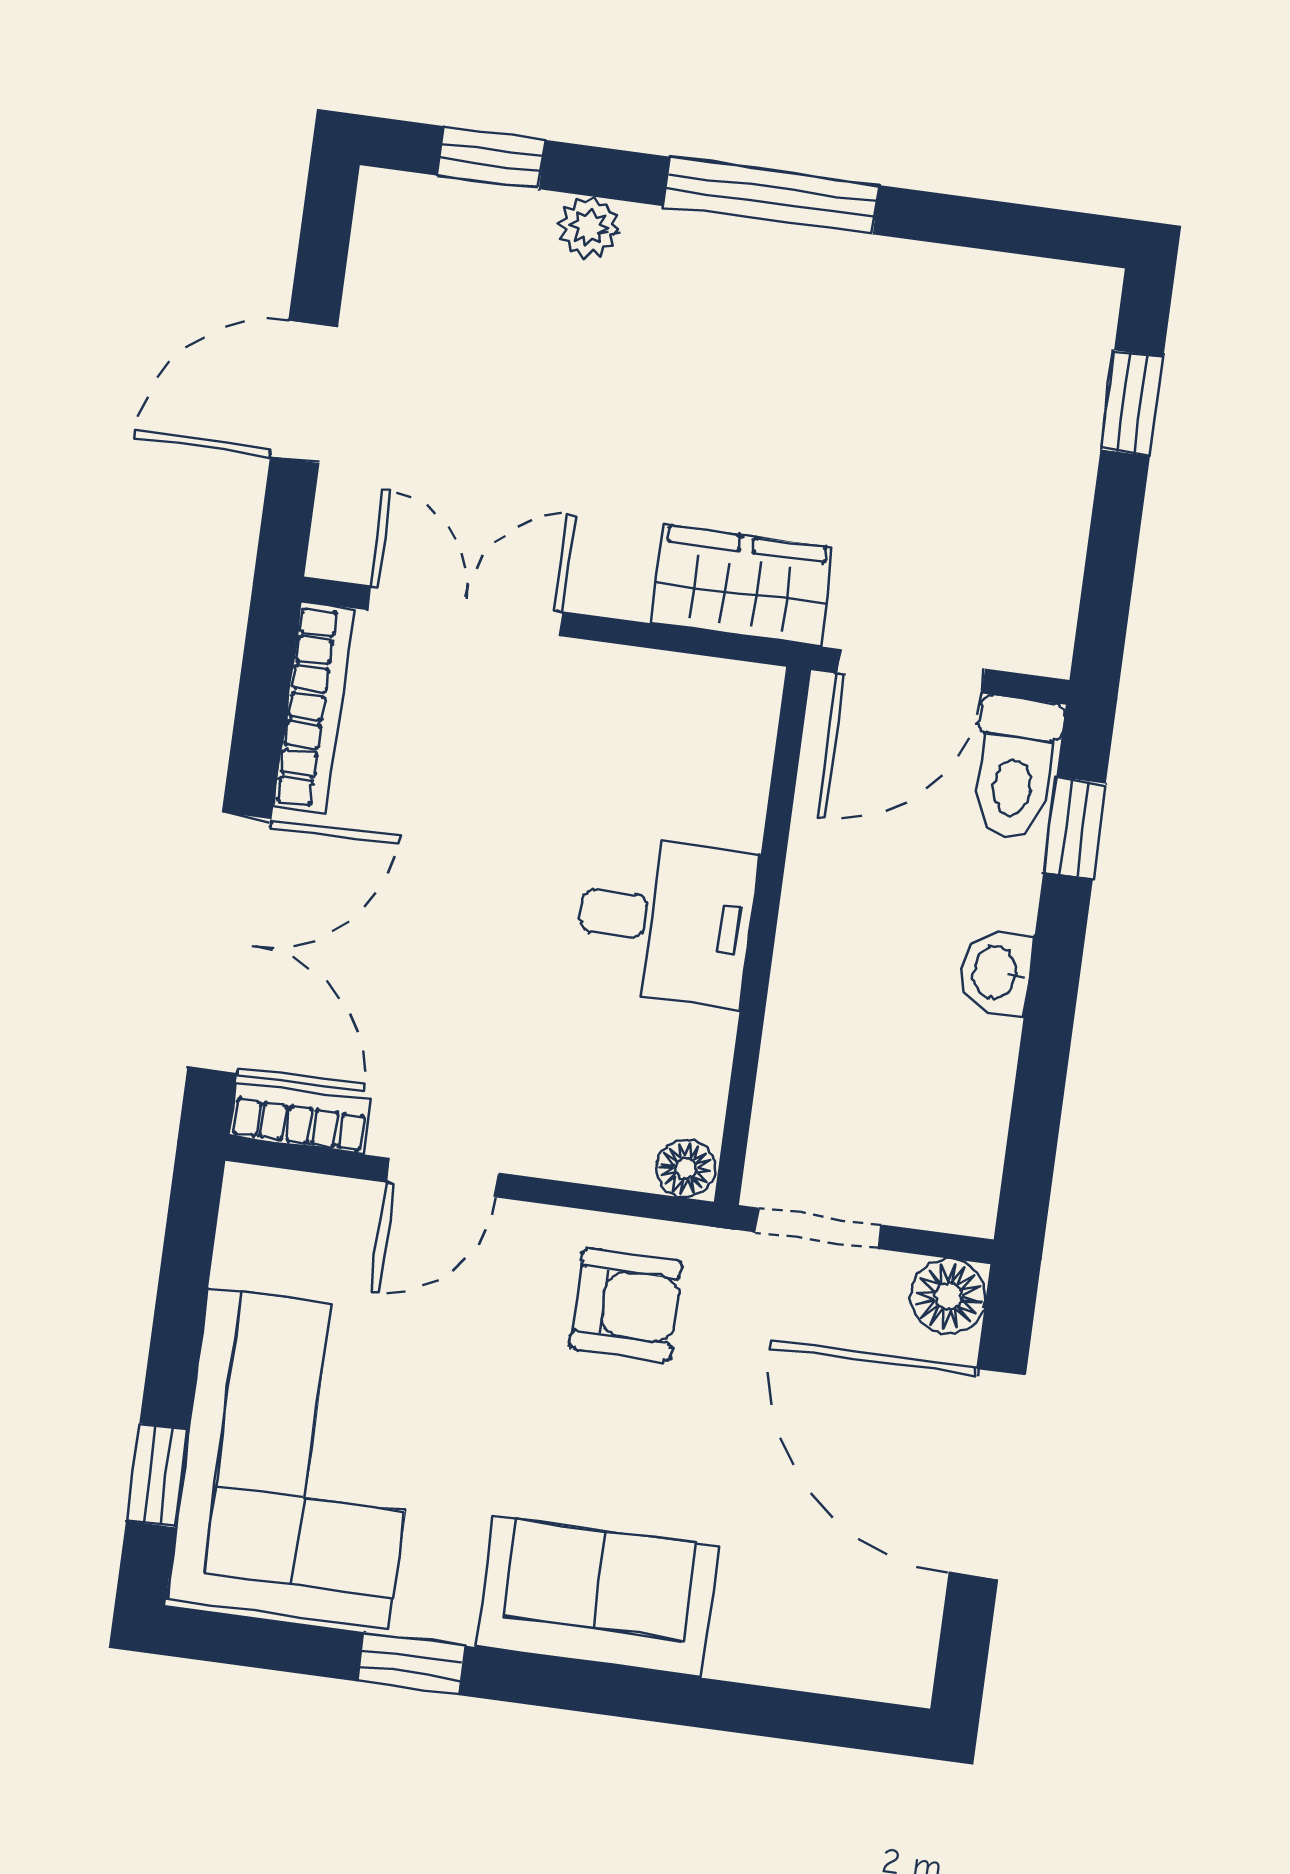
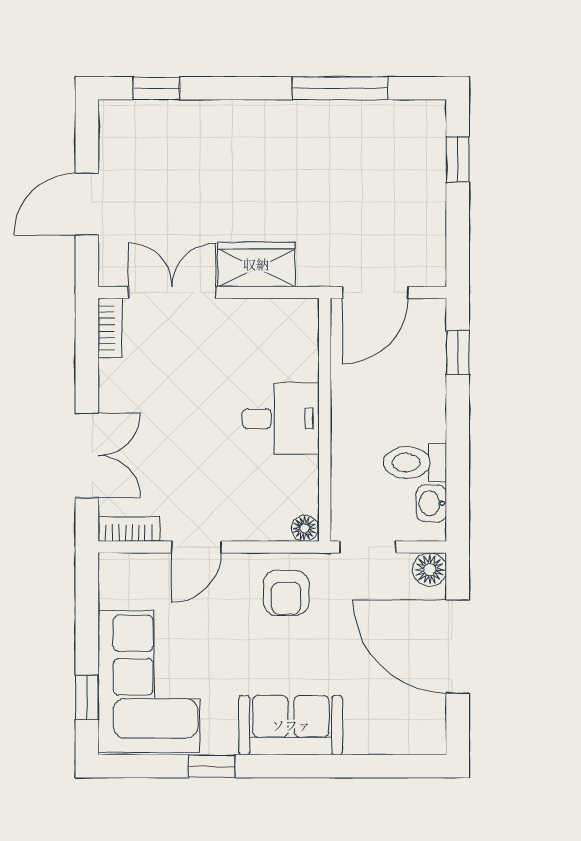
window: (771, 196) -> (340, 88), moved
plant: (589, 227) -> (204, 113), removed
wardrobe: (742, 586) -> (256, 264), moved
bookcase: (313, 707) -> (110, 328), width x0.64
toilet: (1015, 768) -> (415, 463), moved, turned 90
double door: (229, 943) -> (87, 455), width x0.73
washbasin: (996, 973) -> (431, 503), moved
armchair: (626, 1305) -> (286, 593), turned 90

